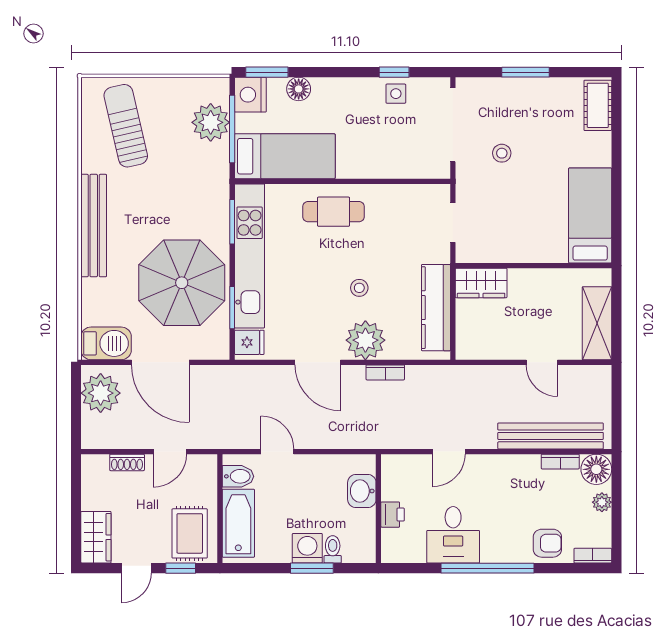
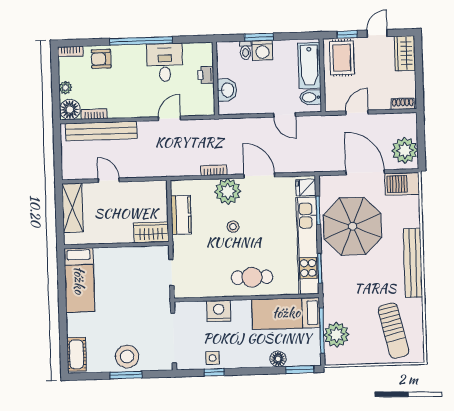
nightstand: (250, 95) -> (219, 311), moved, turned -90
stool: (502, 153) -> (127, 357), moved, width x1.89, depth x1.89
kitchen counter: (436, 308) -> (181, 215), width x0.67
shoe rack: (127, 462) -> (403, 104), moved

